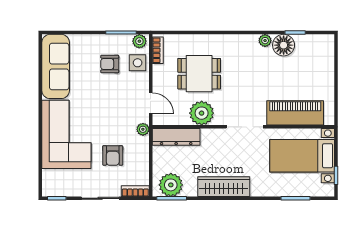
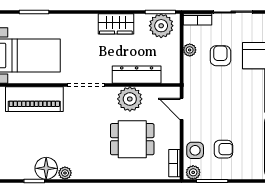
plant: (143, 129) -> (190, 50), moved
dresser: (176, 137) -> (137, 75), moved
wardrobe: (224, 187) -> (116, 24), width x0.67

